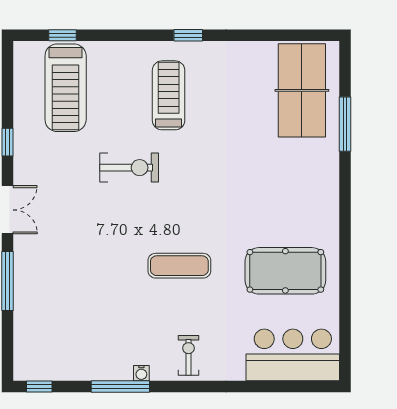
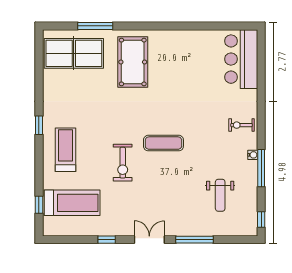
treadmill: (169, 95) -> (66, 150), moved, turned 90
exercise bike: (129, 168) -> (123, 163), turned 180
exercise mat: (179, 266) -> (163, 143), moved, turned 90
pool table: (285, 271) -> (133, 62), moved
weight bench: (78, 322) -> (220, 195), added

